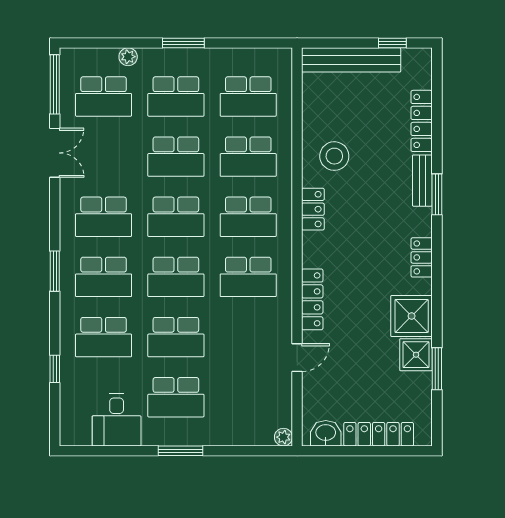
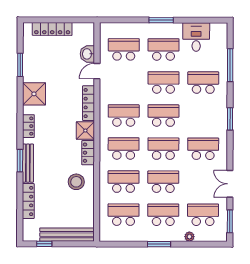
window: (55, 84) -> (230, 221), width x0.69
bench: (422, 181) -> (28, 163), width x1.36
school desk: (104, 277) -> (124, 49), moved
shower: (416, 355) -> (85, 131), moved
window: (55, 369) -> (230, 65), width x2.17
washbasin: (326, 433) -> (87, 54), moved, turned 90
plant: (283, 437) -> (104, 27), removed

